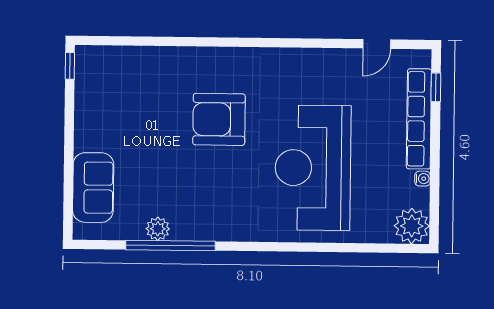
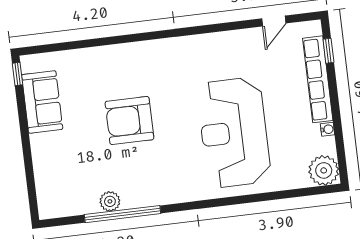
armchair: (219, 119) -> (129, 120), moved
sofa: (93, 188) -> (42, 102), moved

